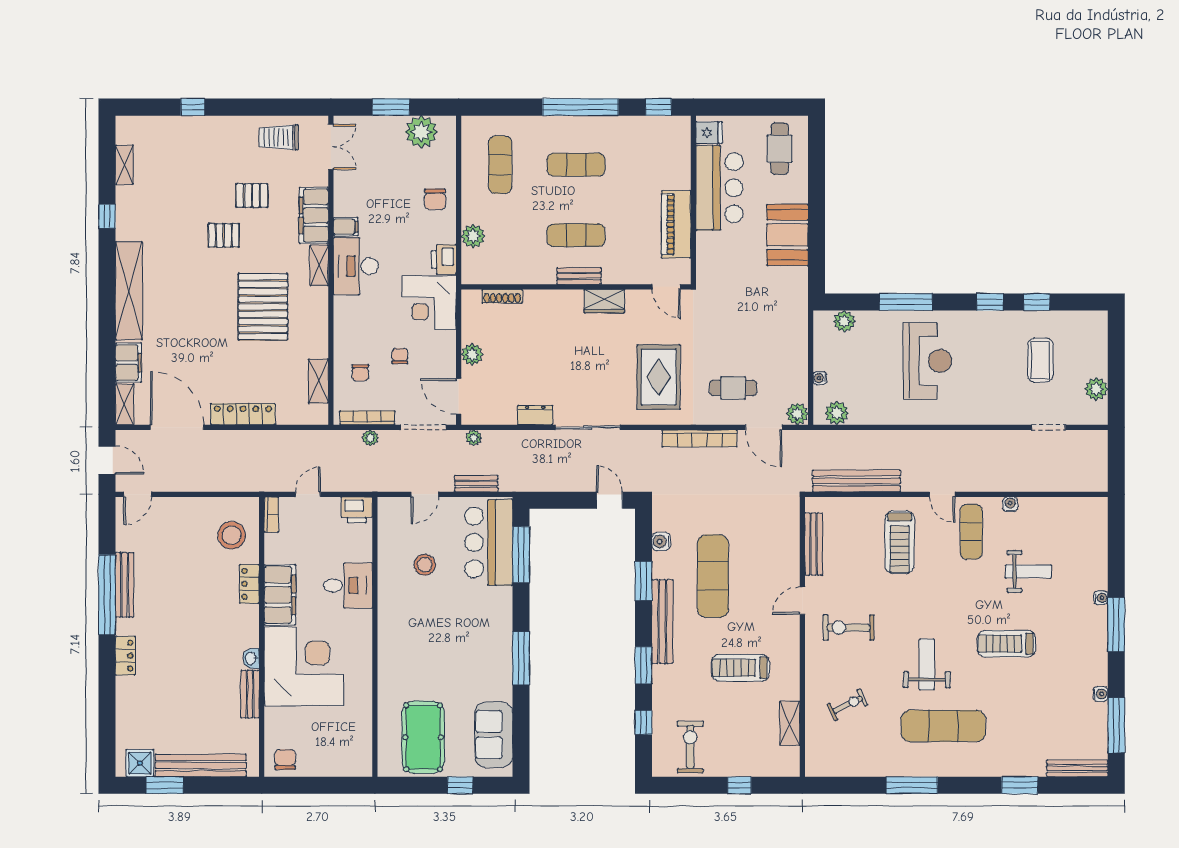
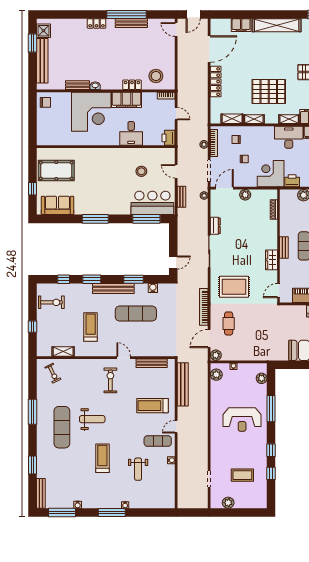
shelving: (125, 404) -> (254, 119), moved
exercise bike: (848, 705) -> (53, 373), moved

